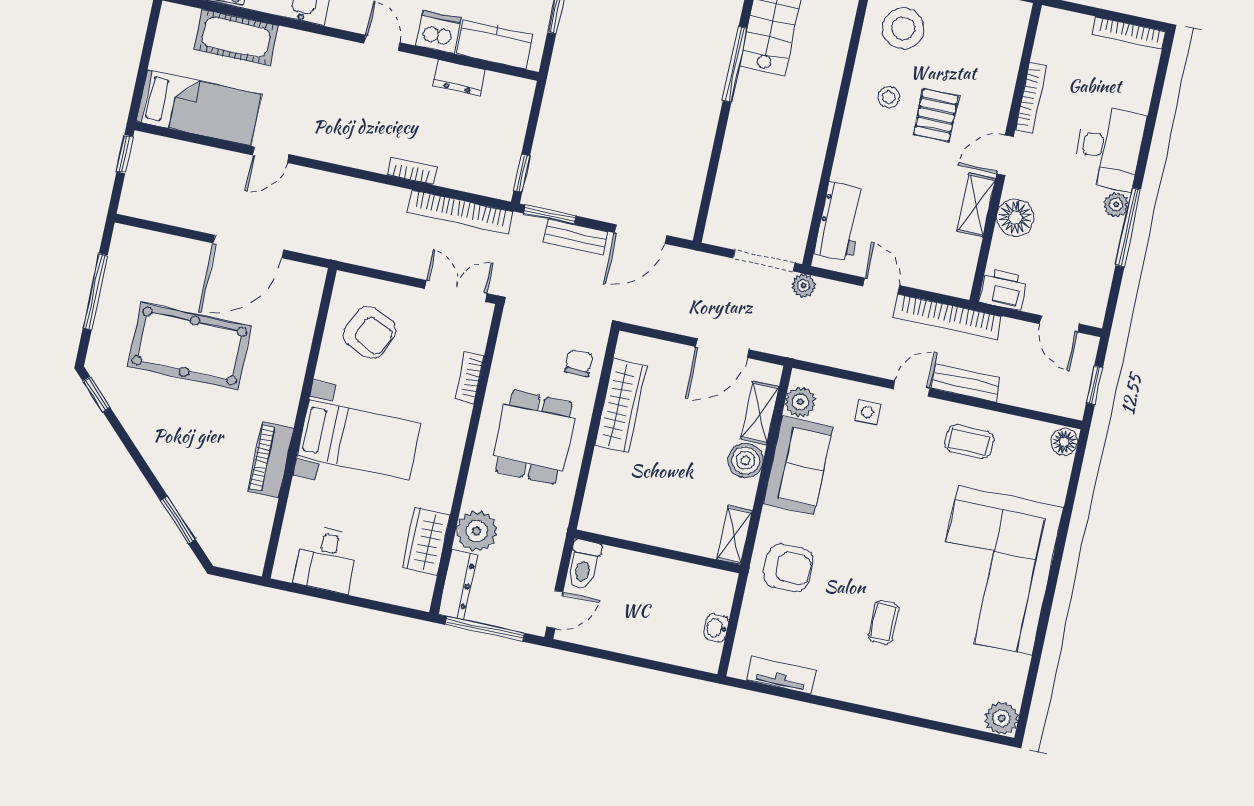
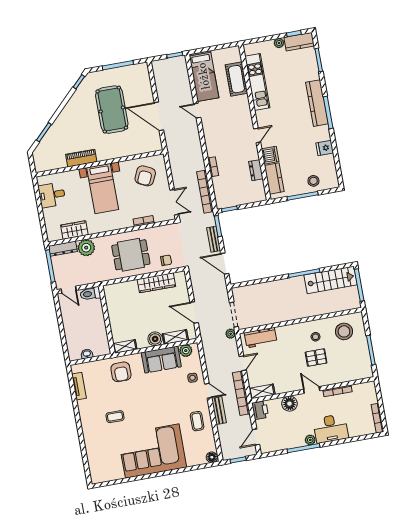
shelving: (976, 205) -> (262, 391), moved
plant: (1002, 718) -> (97, 477), removed

